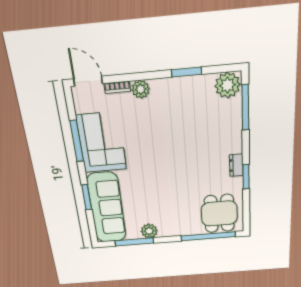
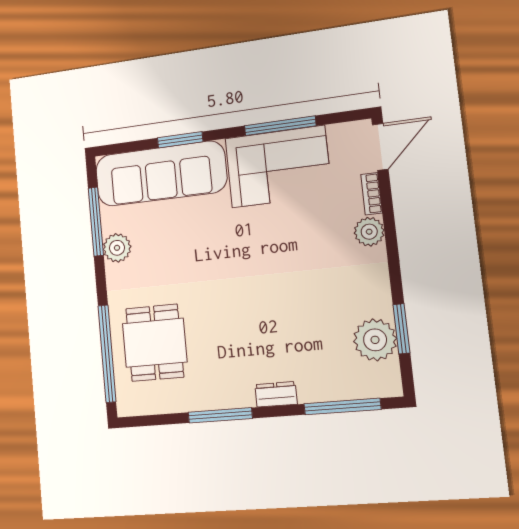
window: (187, 72) -> (401, 329), moved
plant: (227, 85) -> (375, 340), moved
dresser: (236, 165) -> (276, 394), moved
window: (246, 177) -> (220, 415), width x1.44
dining table: (219, 214) -> (155, 343), moved, turned 90

